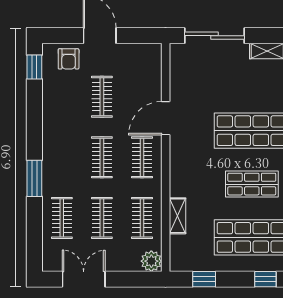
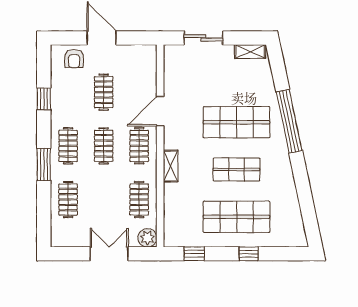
sliding door: (214, 36) -> (203, 38), width x0.73
window: (34, 67) -> (44, 99), moved
shelving: (177, 216) -> (171, 166), moved
clothes rail: (102, 218) -> (68, 146), moved
double door: (84, 279) -> (109, 254), moved

